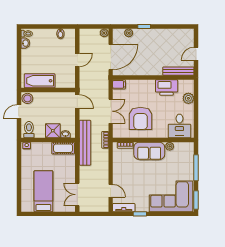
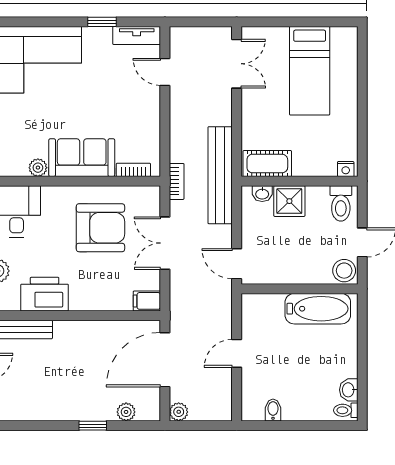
armchair: (141, 118) -> (100, 228), turned 90

